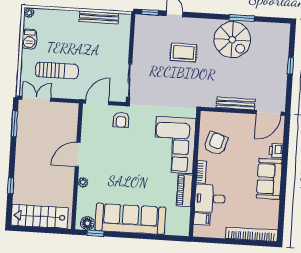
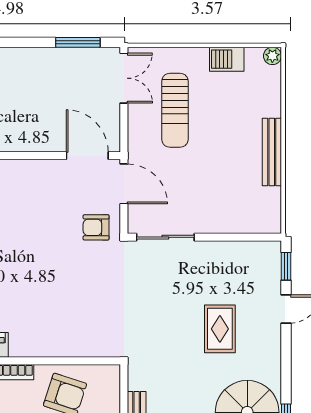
bench: (99, 17) -> (272, 152), moved
corner sofa: (175, 145) -> (58, 323), removed
door: (78, 155) -> (87, 156), moved

